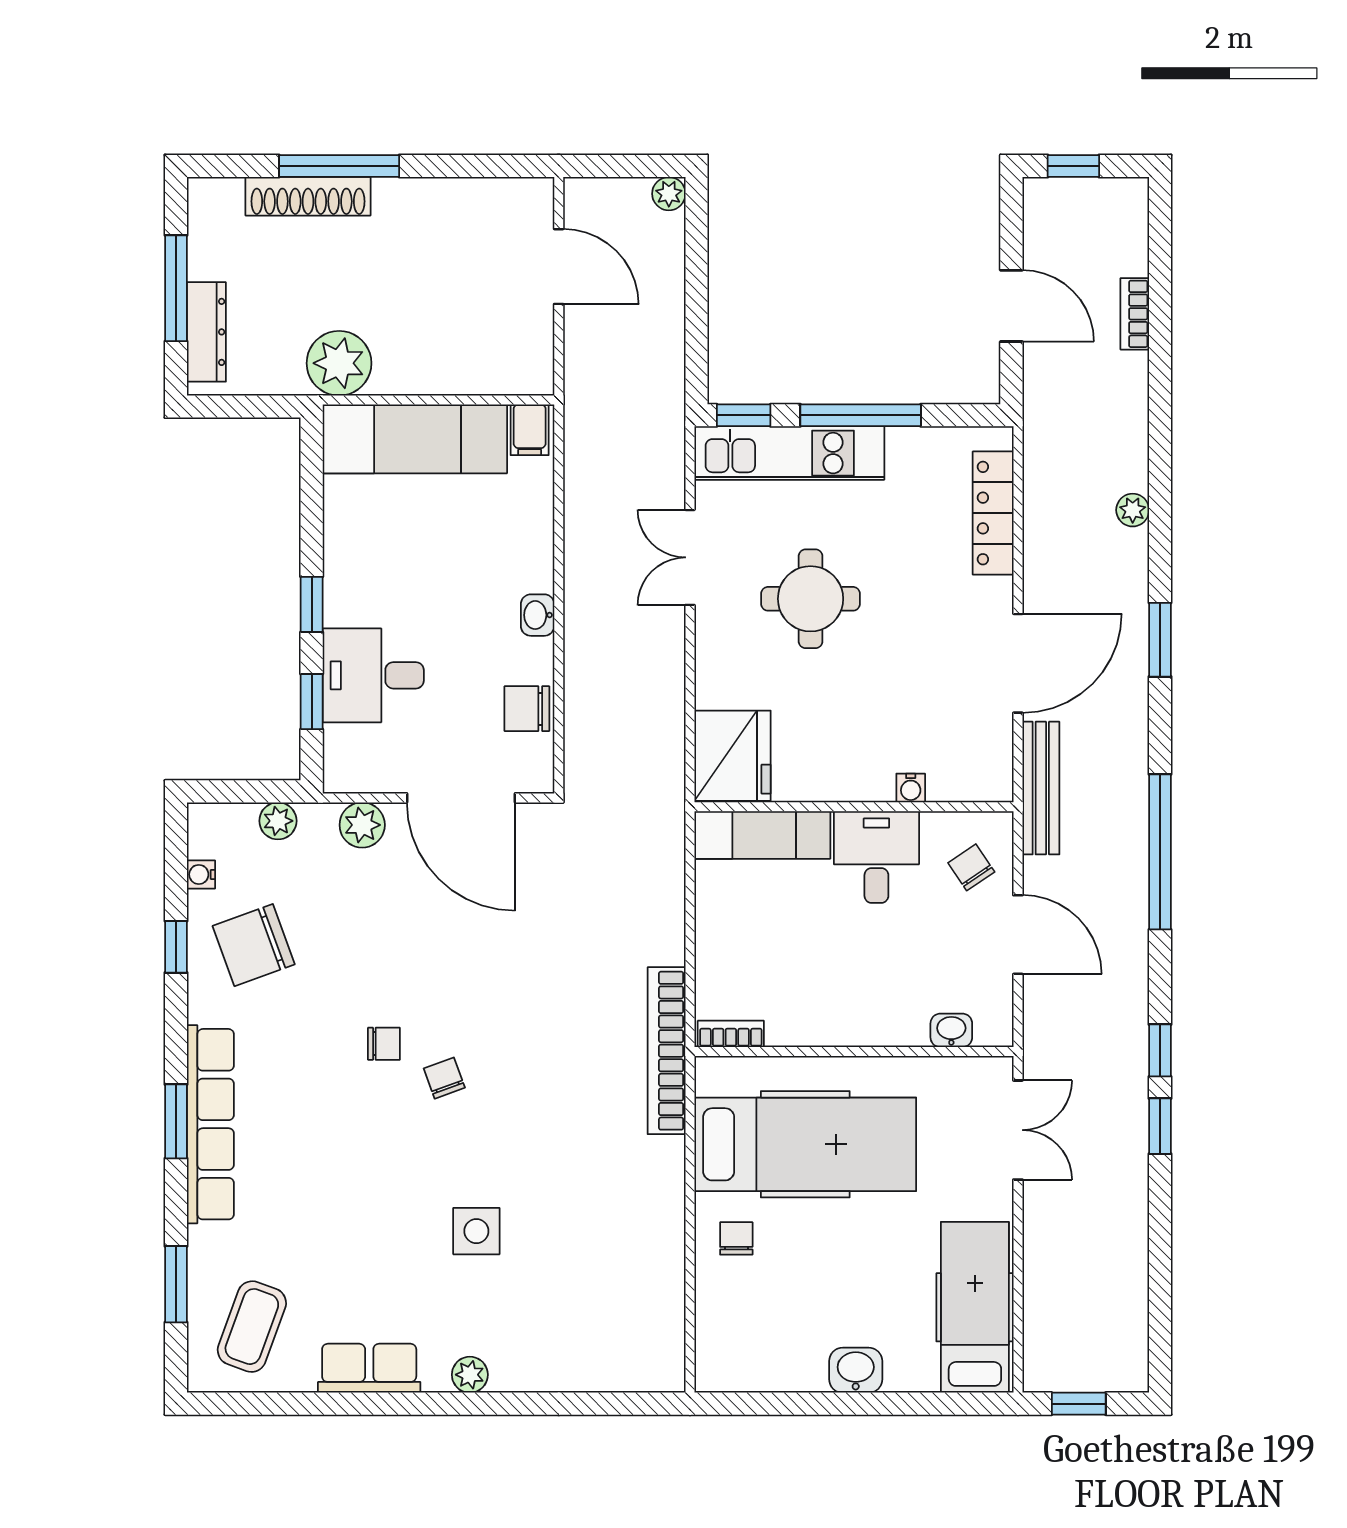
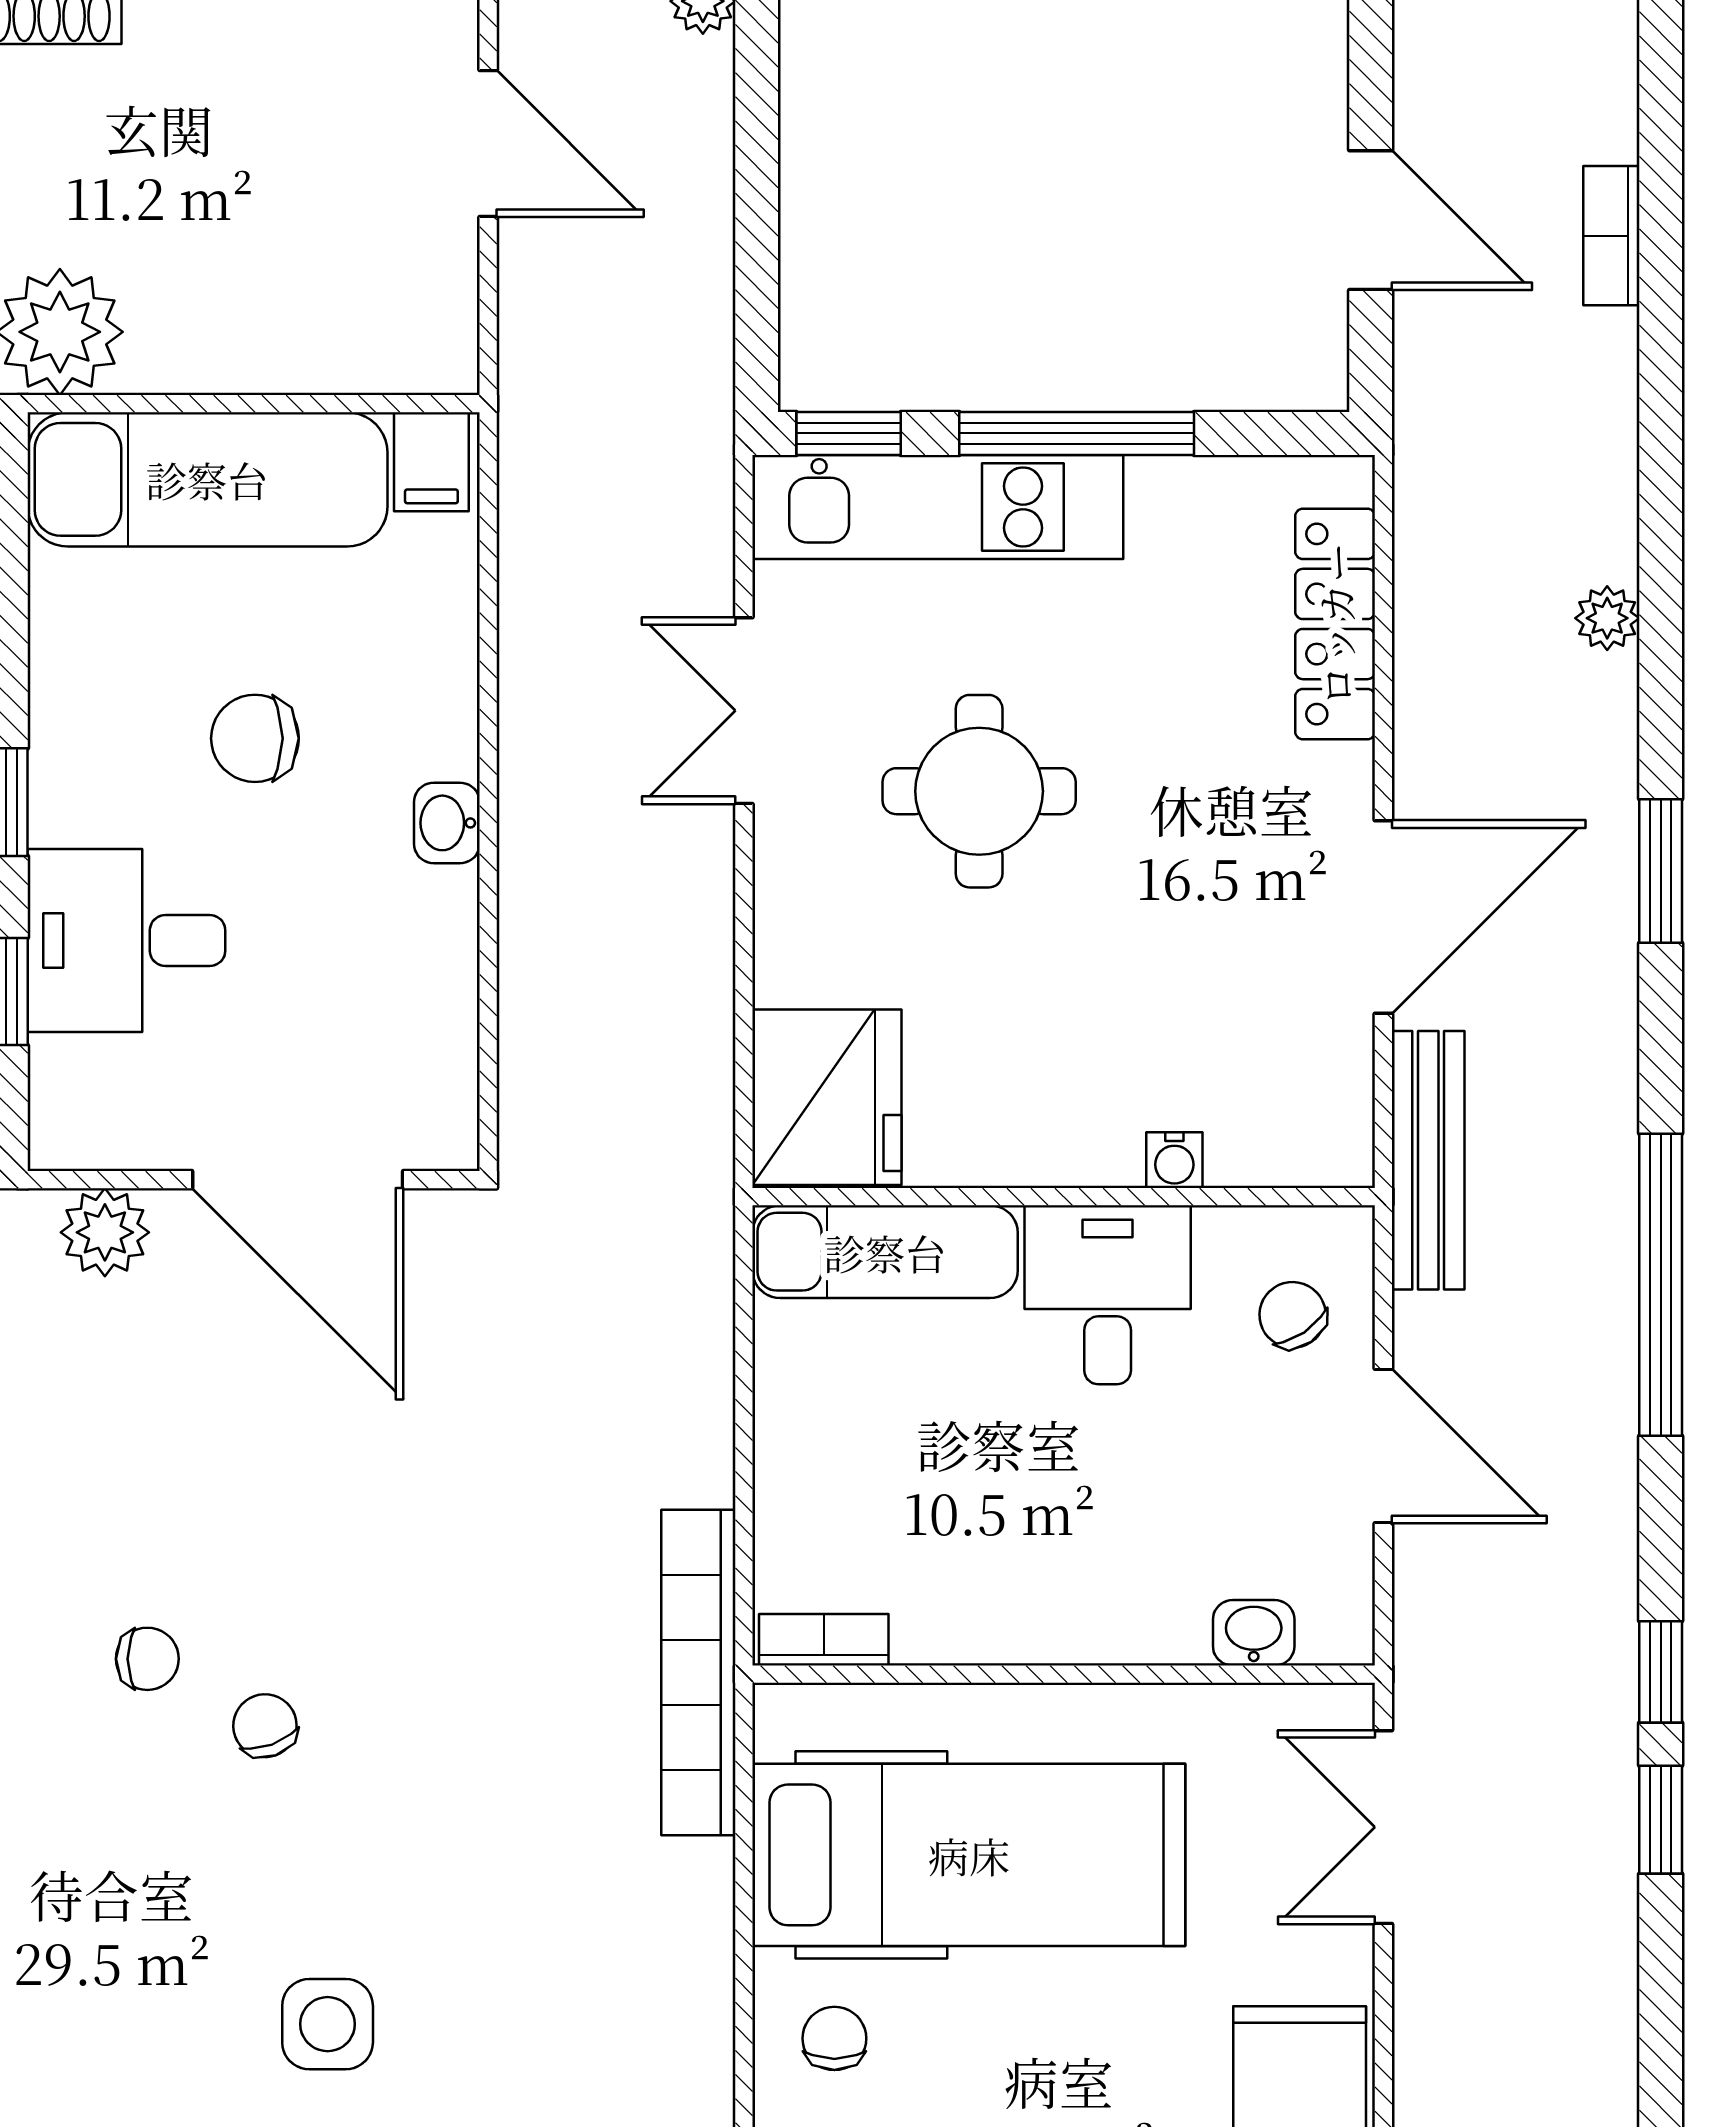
chair: (527, 709) -> (255, 738), moved
double door: (1018, 1130) -> (1383, 1827), swing flipped

